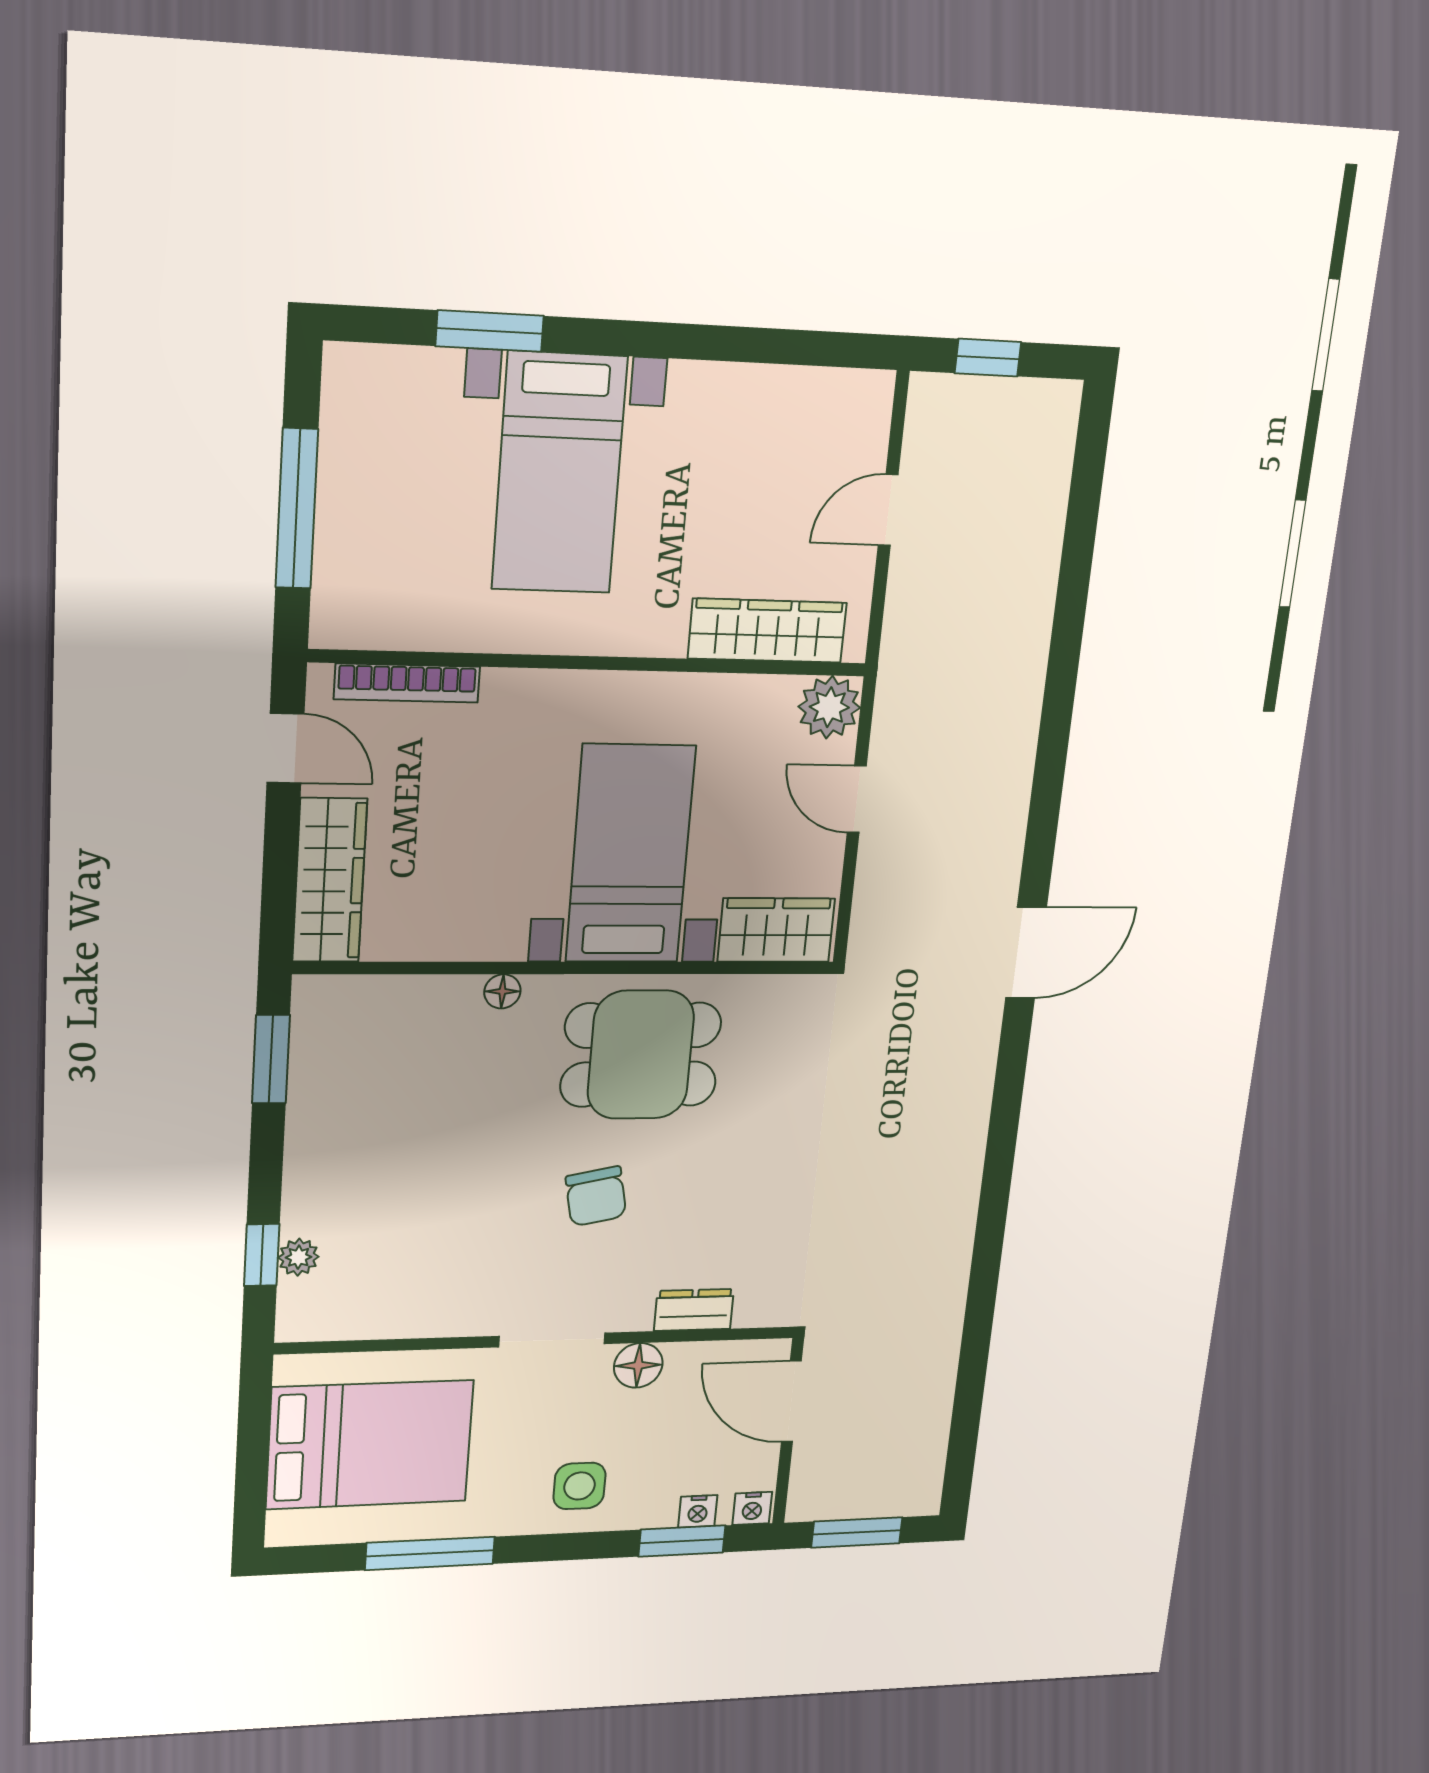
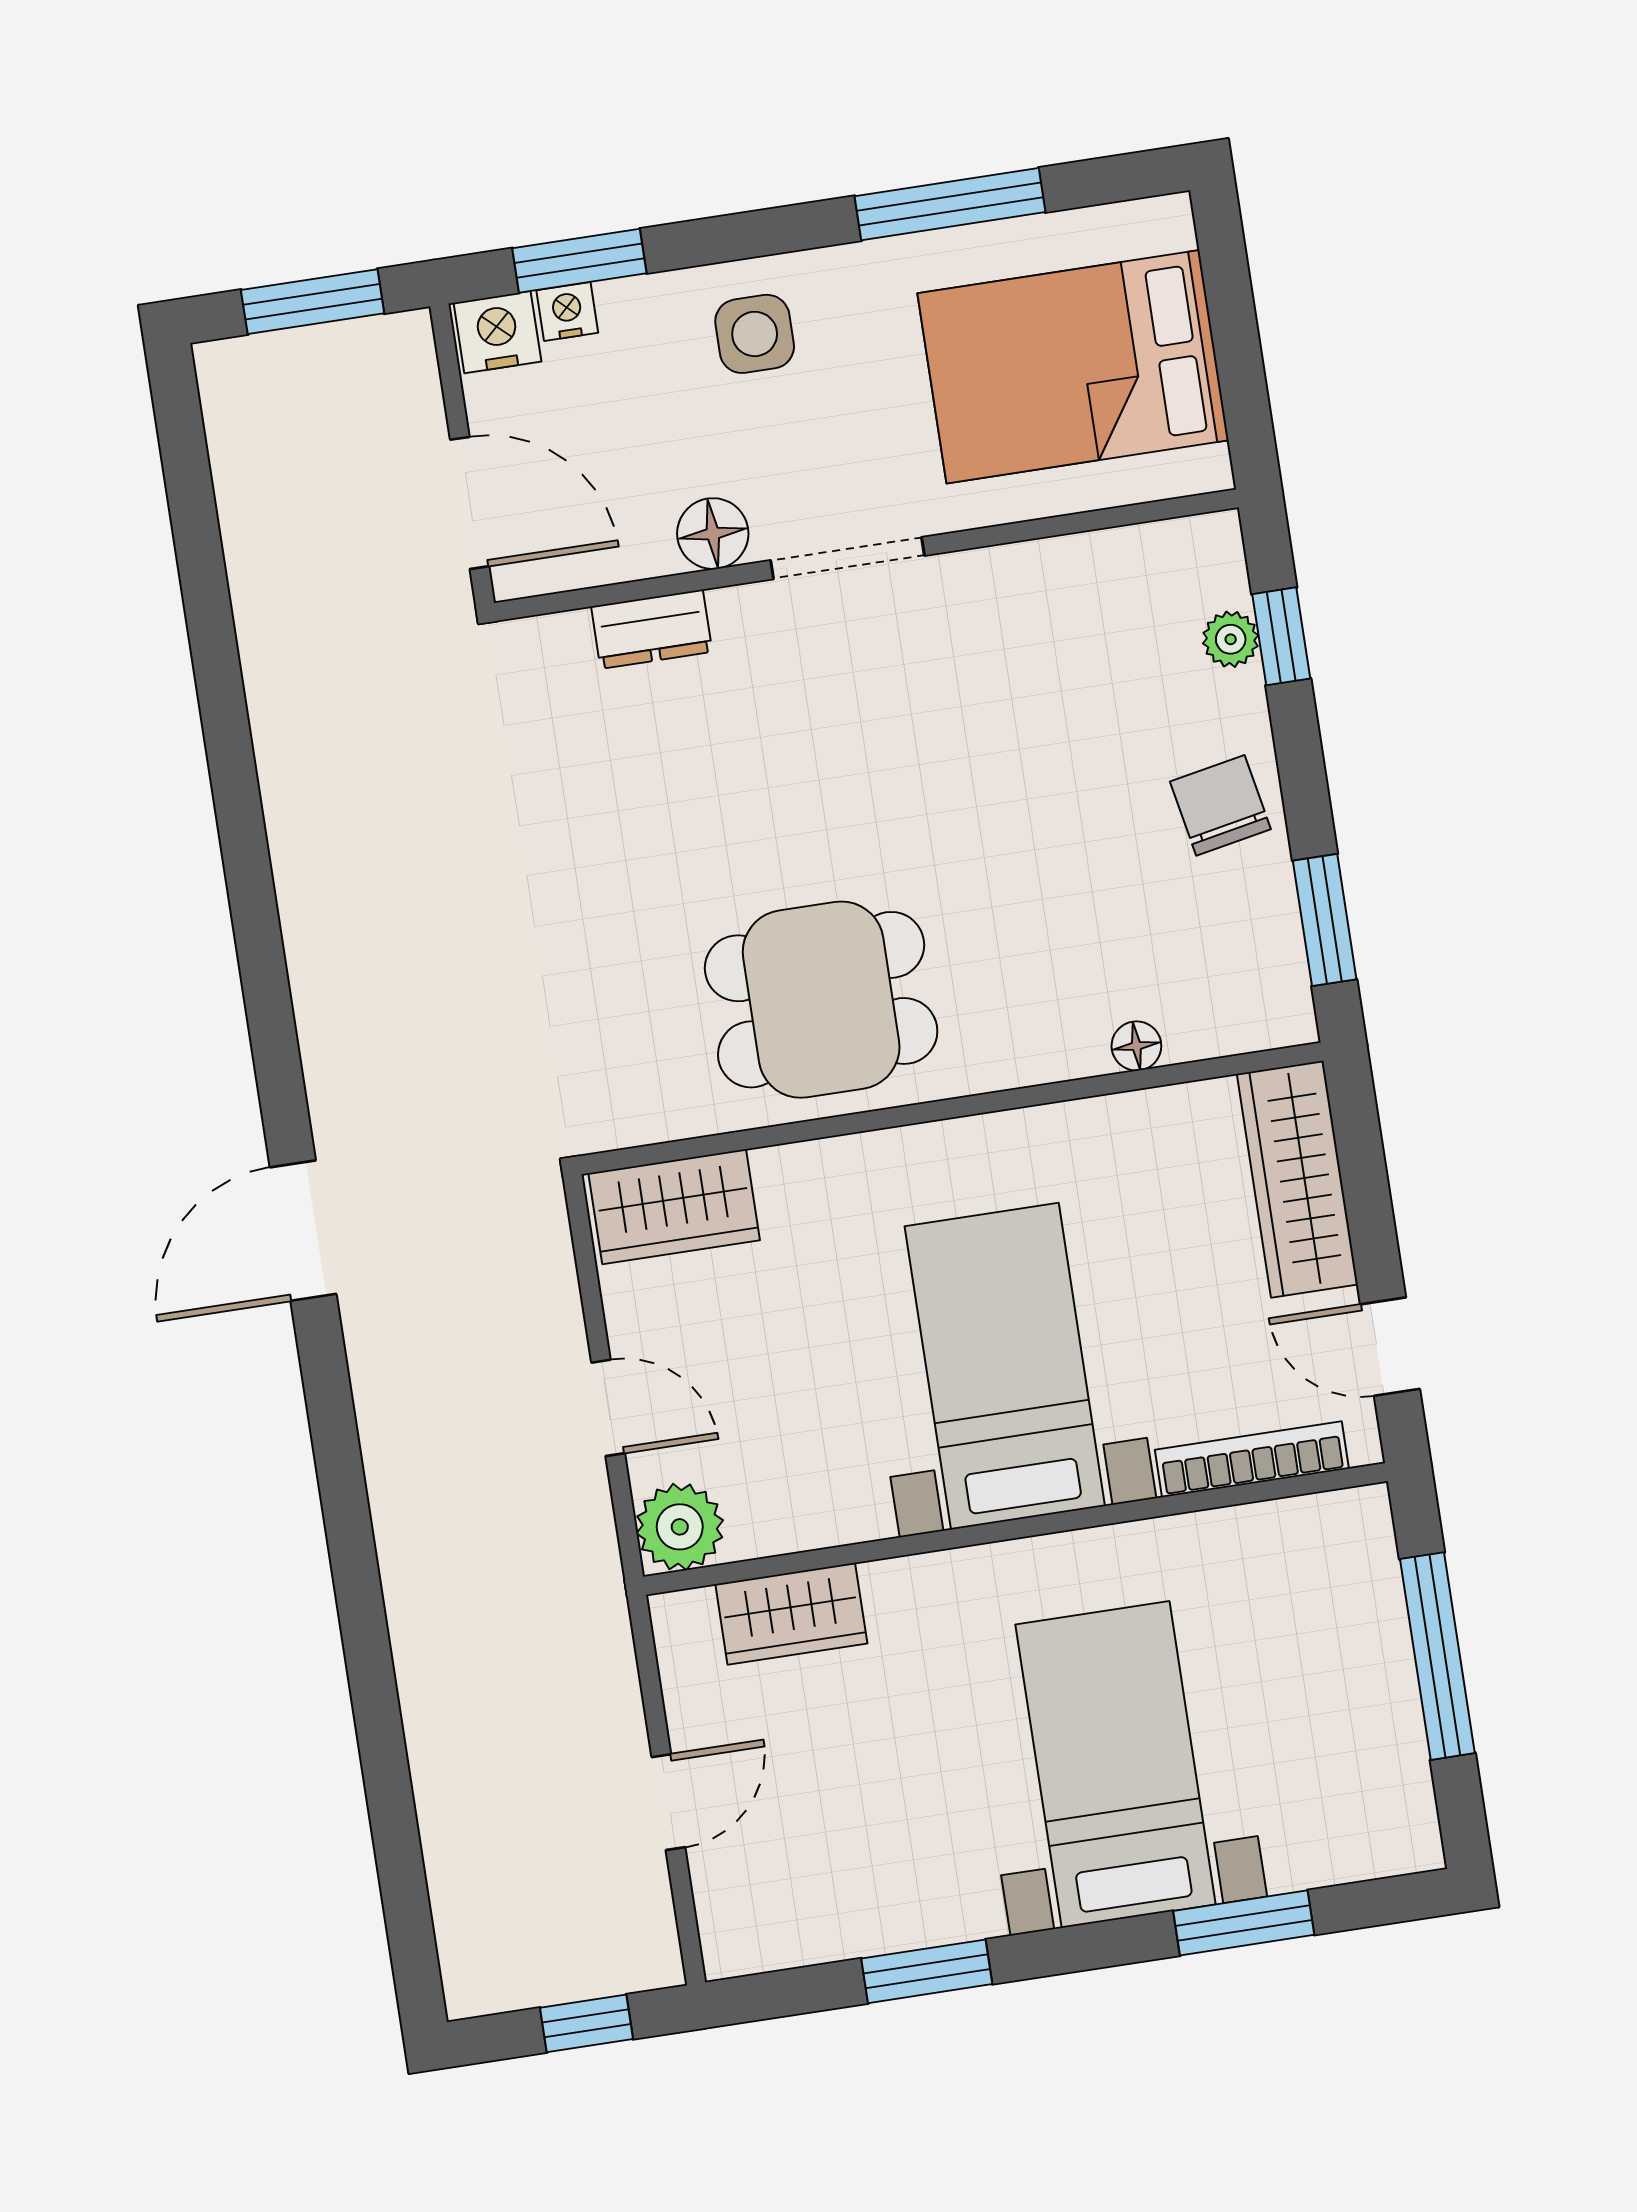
window: (735, 344) -> (927, 1971), added
wardrobe: (767, 631) -> (791, 1614), width x0.67
bed with nightstands: (630, 854) -> (1005, 1366), moved, turned 180
floor lamp: (502, 991) -> (1136, 1046), moved
chair: (596, 1196) -> (1220, 805), moved
nightstand: (752, 1508) -> (497, 332), width x1.39, depth x1.35

